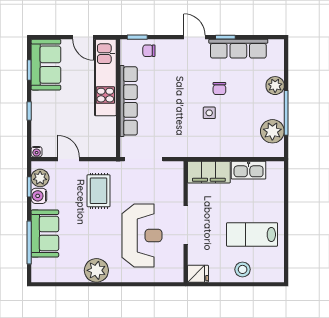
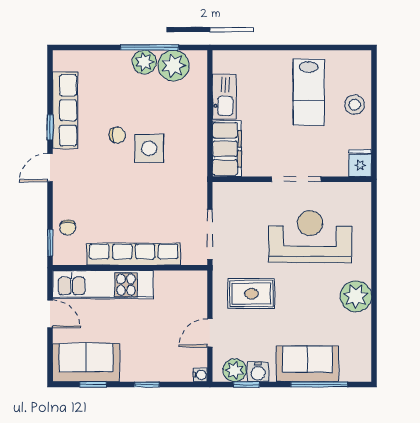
door: (83, 37) -> (50, 314), hinge flipped
plant: (275, 86) -> (144, 62), moved
side table: (209, 113) -> (149, 148), width x1.87, depth x1.87

